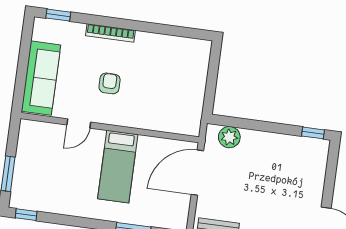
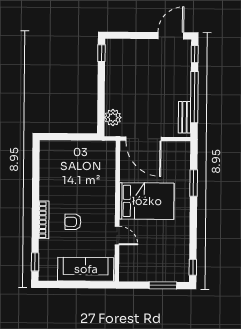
armchair: (110, 83) -> (73, 222), moved
bed: (118, 167) -> (147, 201), width x1.50

